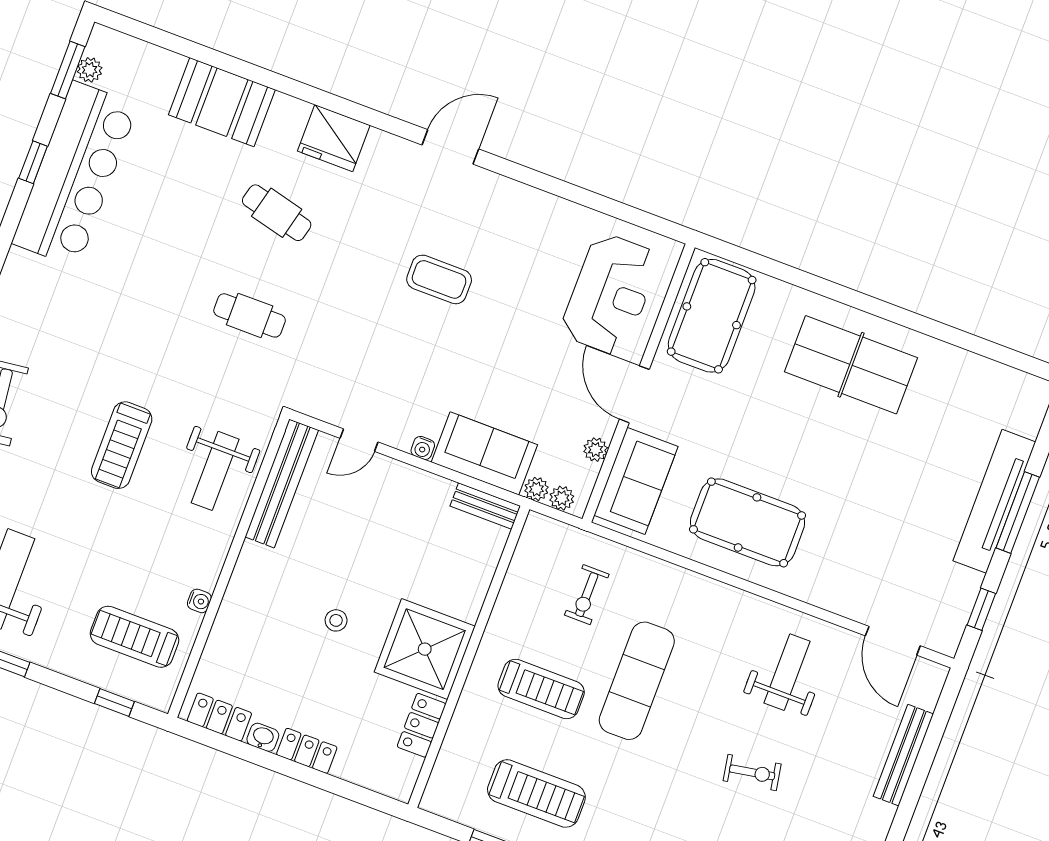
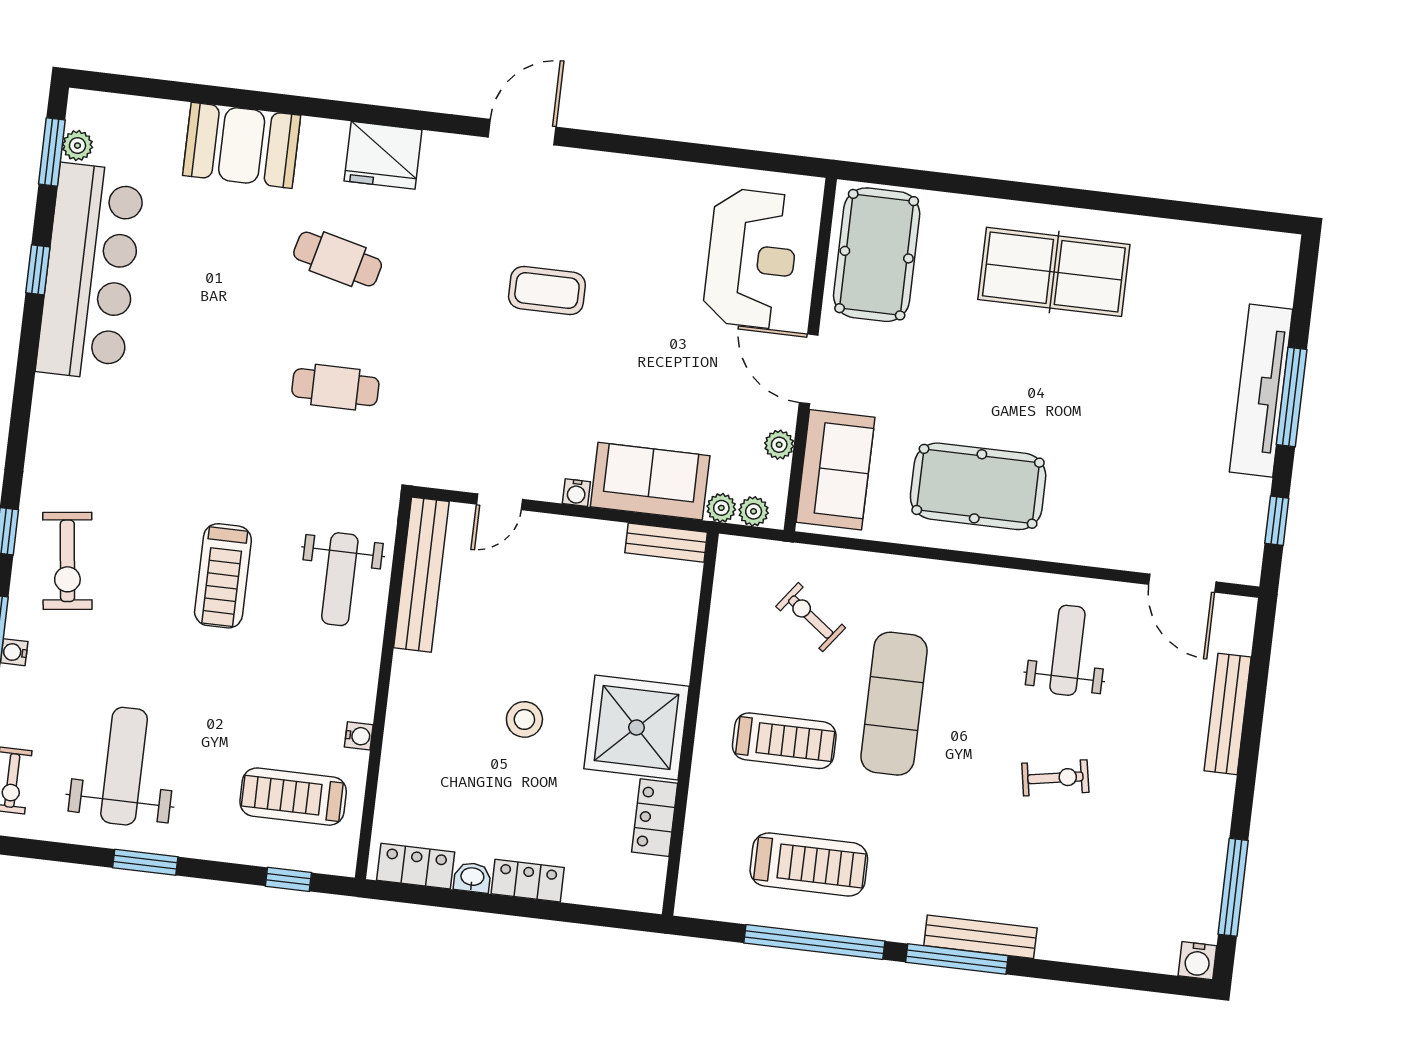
exercise bike: (587, 595) -> (811, 617), turned 127
stool: (336, 620) -> (524, 719), width x1.37, depth x1.37

